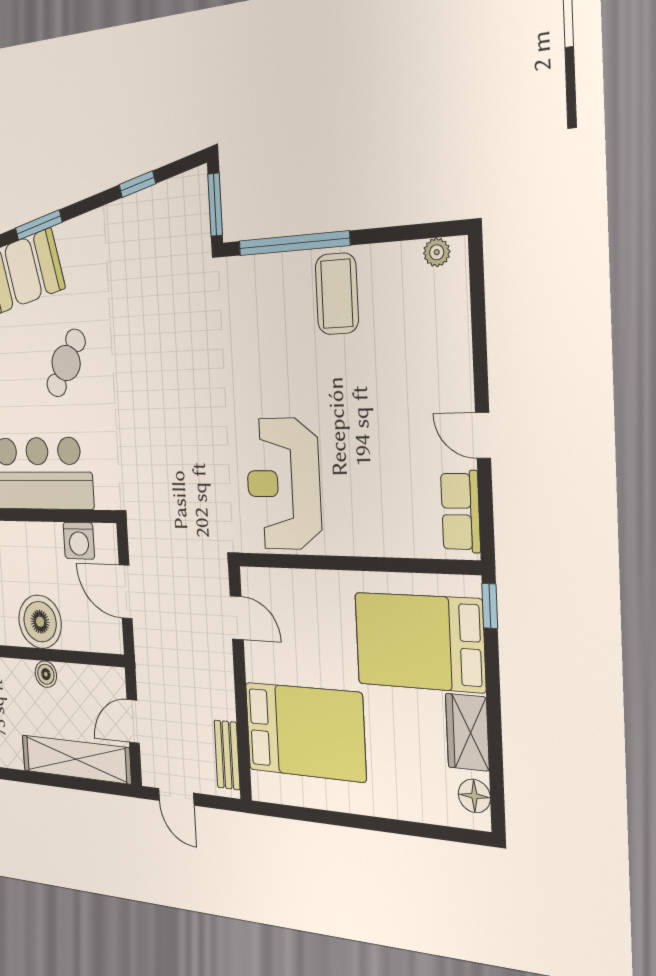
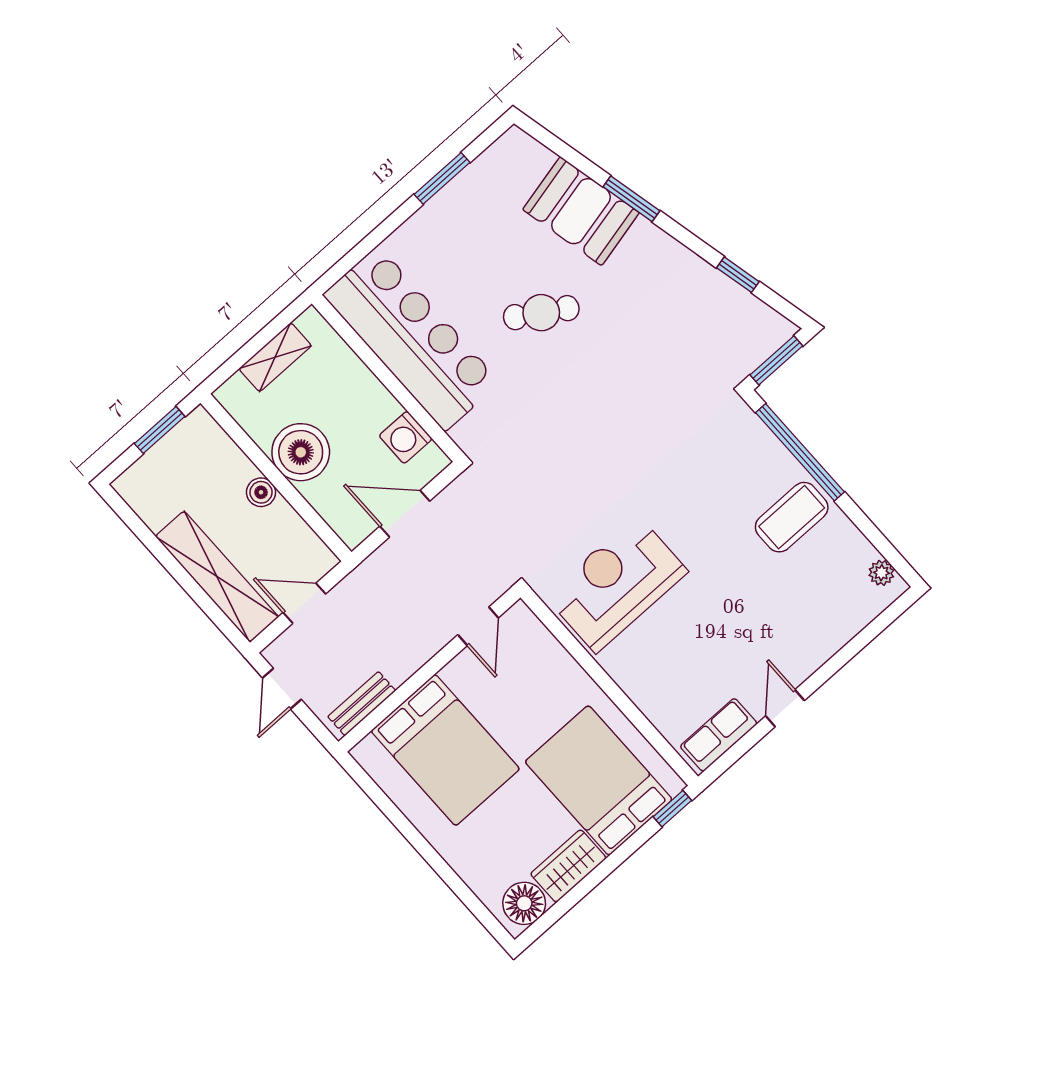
door: (126, 592) -> (405, 514), hinge flipped
floor lamp: (474, 796) -> (524, 903), width x1.38, depth x1.38

